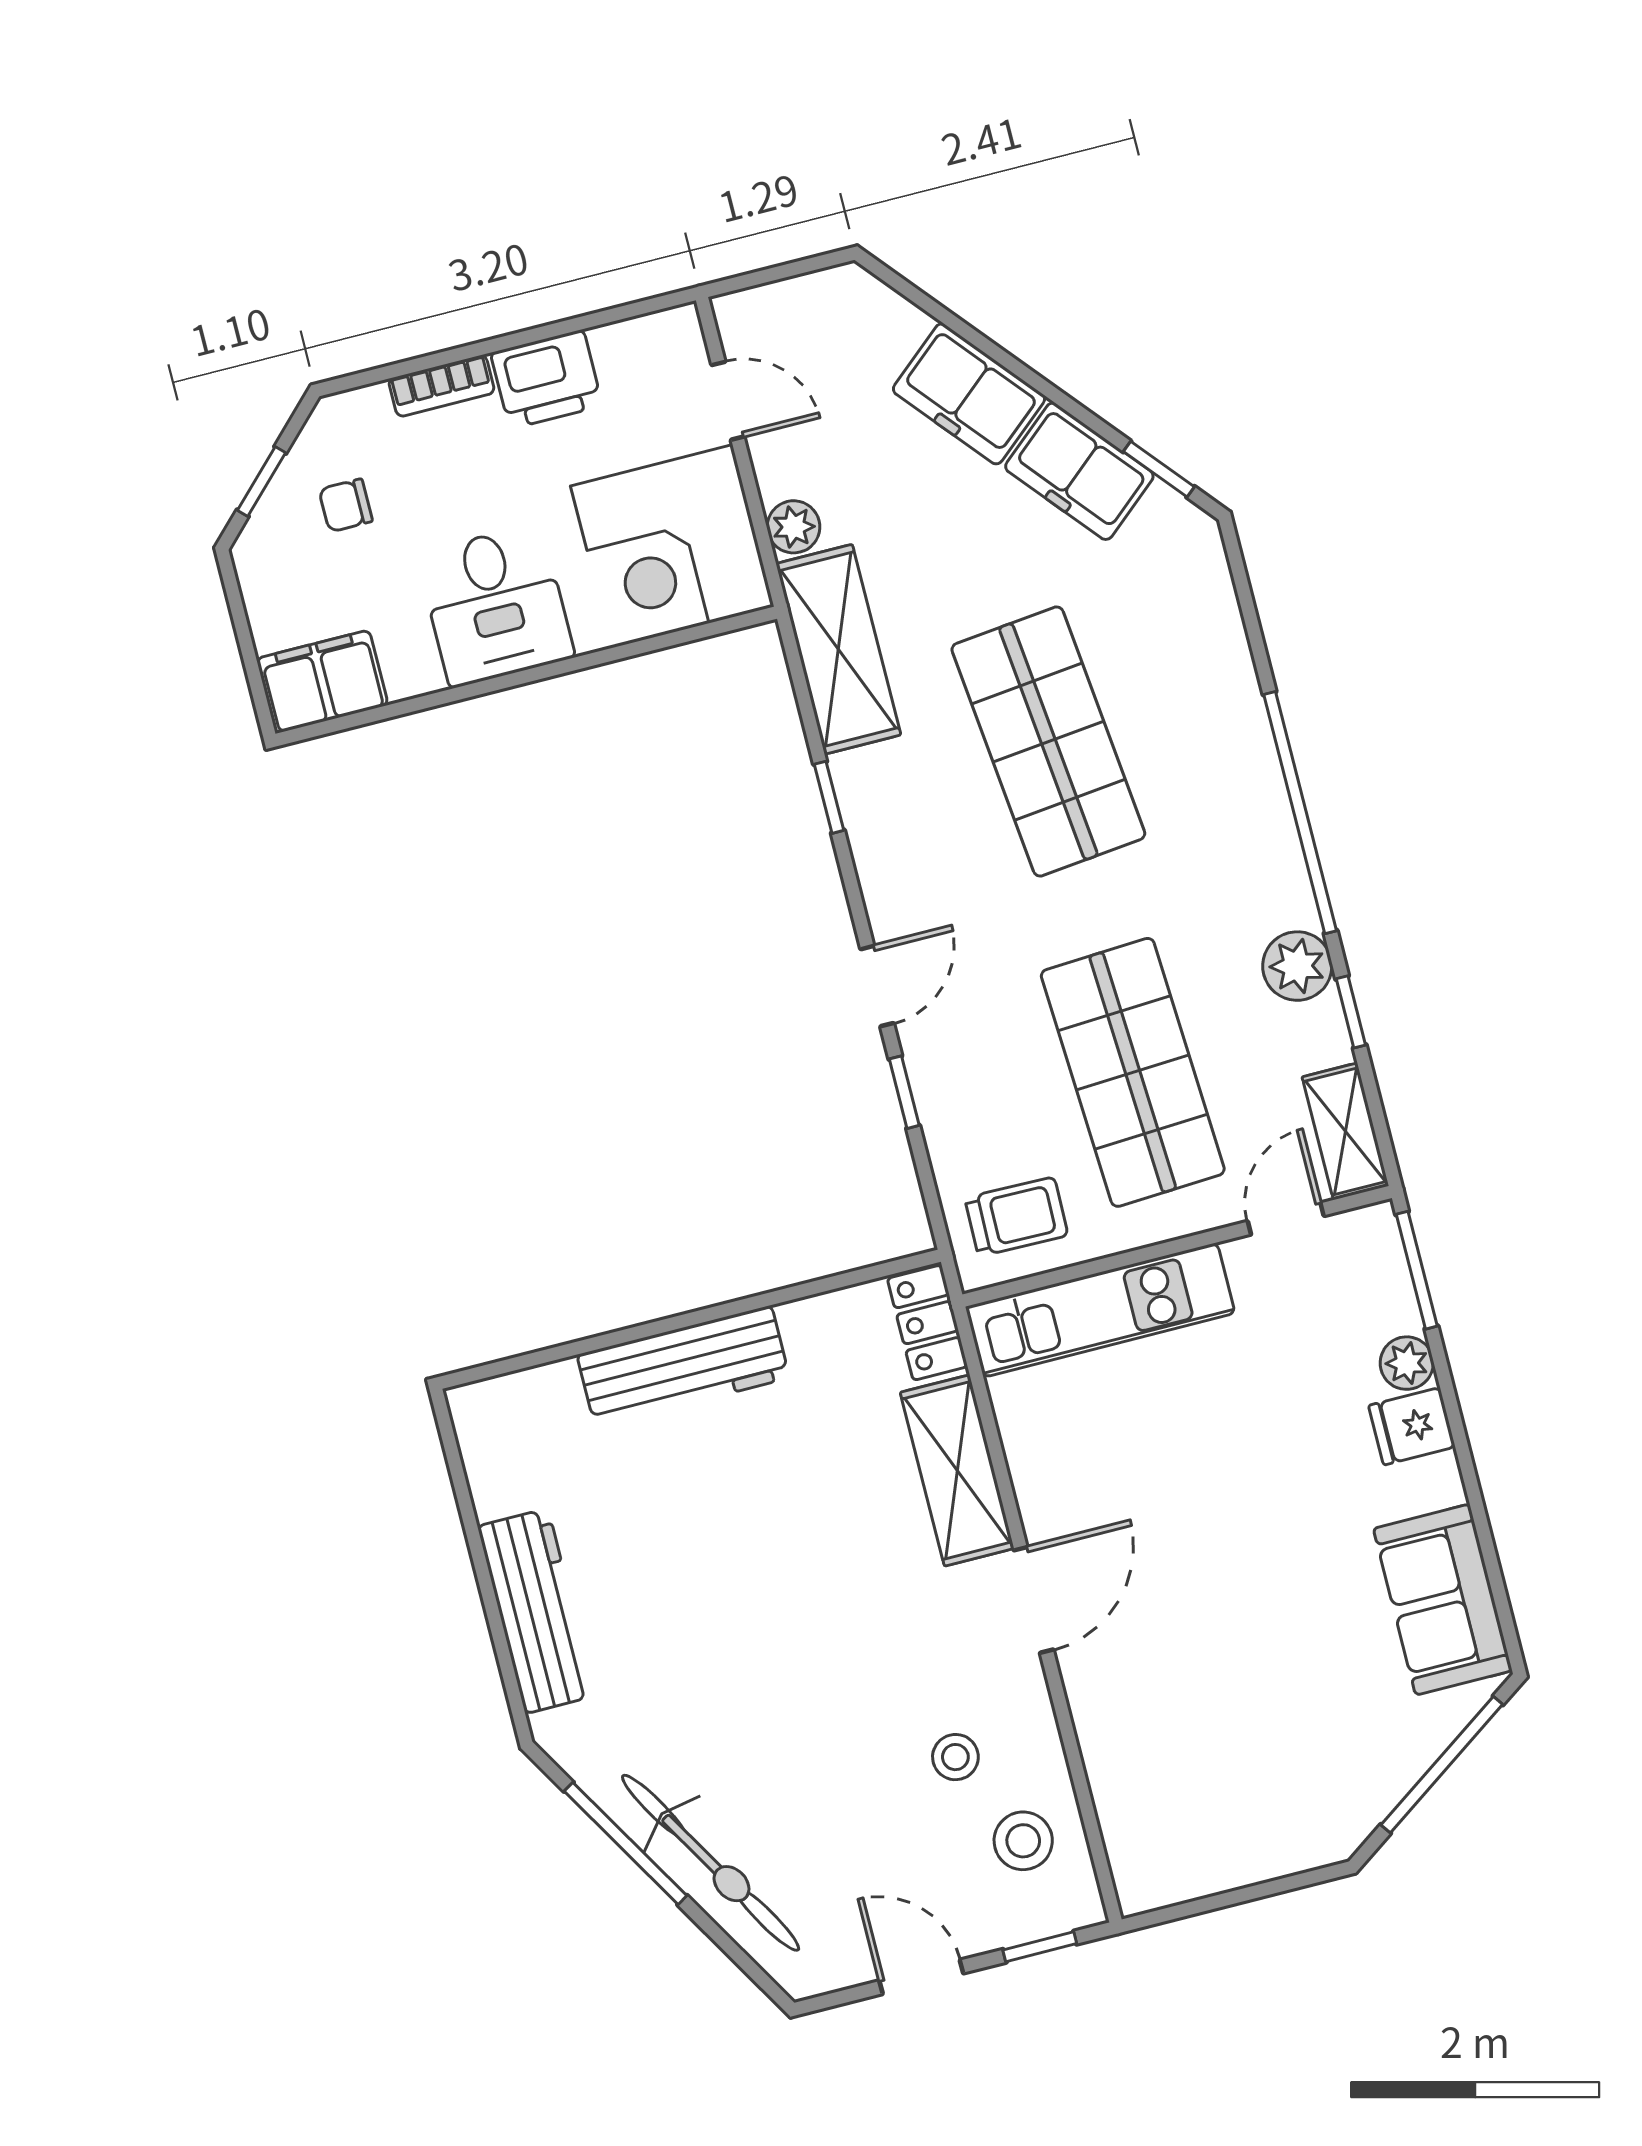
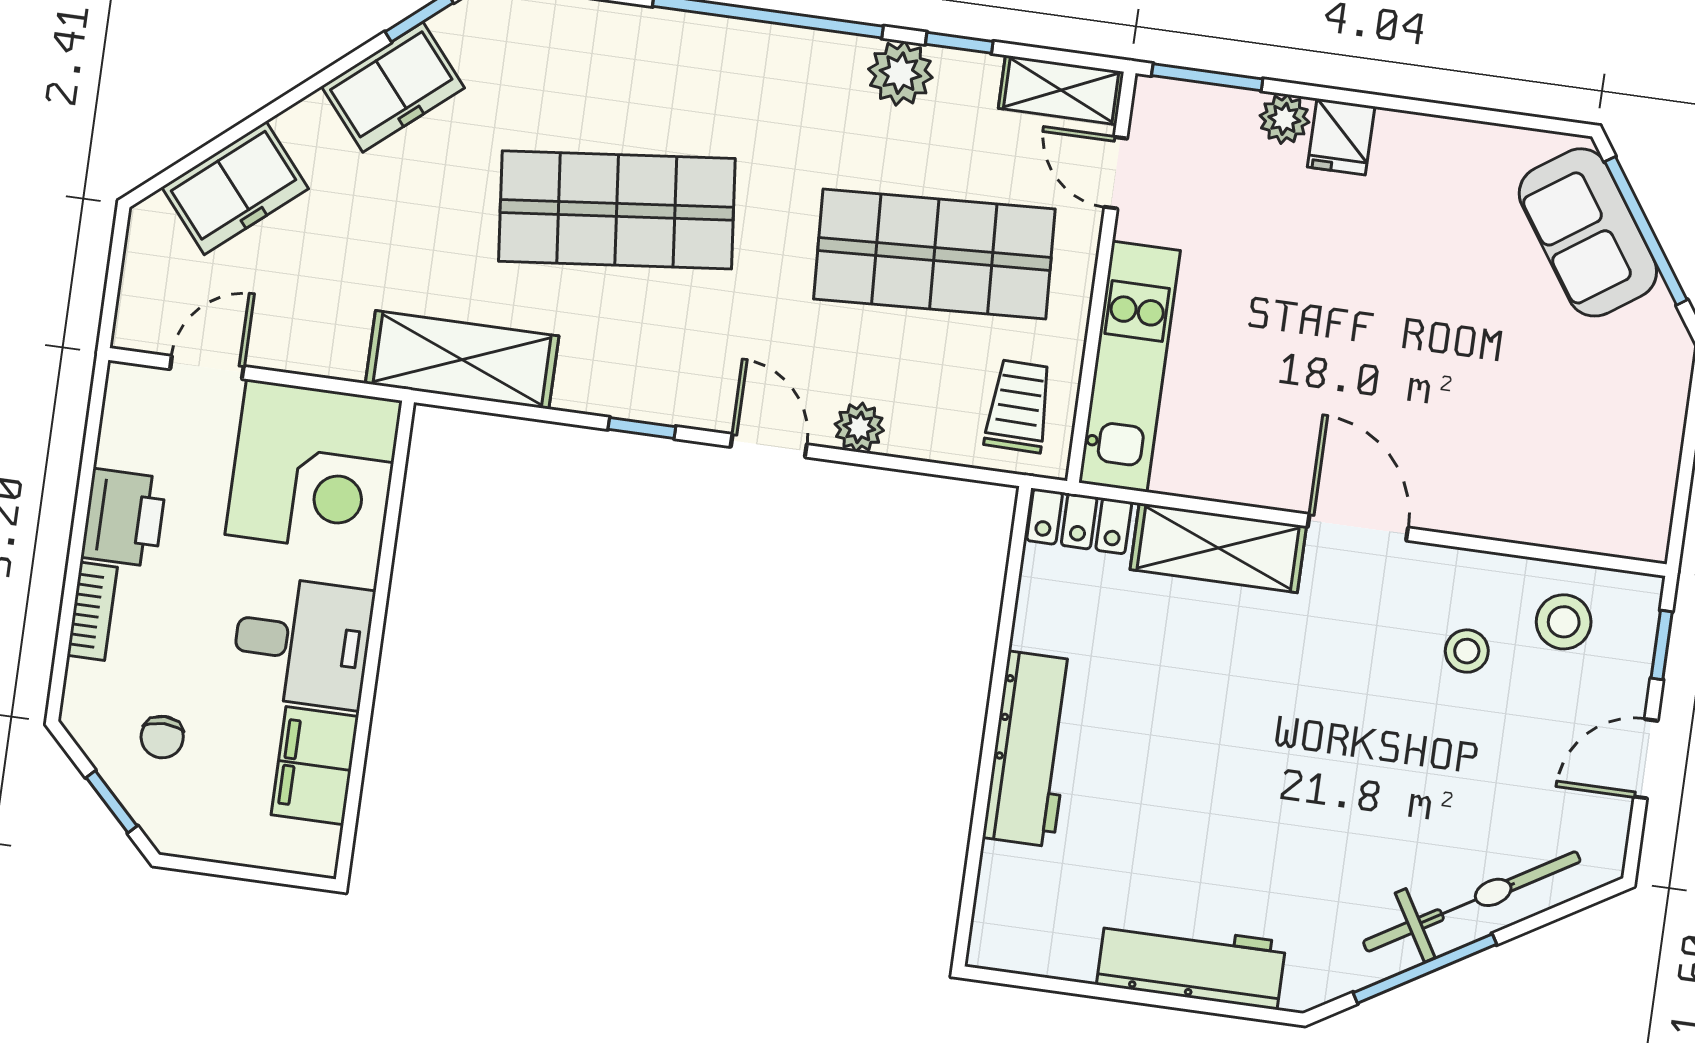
freezer: (969, 394) -> (235, 188), moved
plant: (794, 527) -> (859, 427), moved
filing cabinet: (322, 682) -> (315, 766), moved
window: (829, 797) -> (642, 428), moved
window: (904, 1092) -> (871, 460), removed
sofa: (1443, 1600) -> (1588, 232), moved, turned 55

